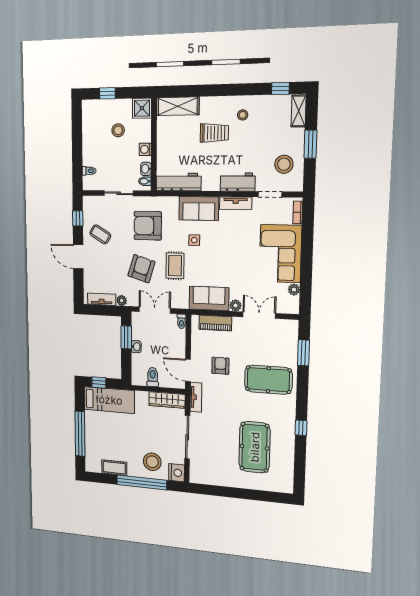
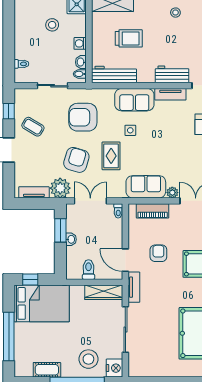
trolley: (214, 133) -> (129, 38), moved
plant: (122, 301) -> (60, 188), width x1.88, depth x1.88
bed: (109, 400) -> (42, 303), width x1.50

